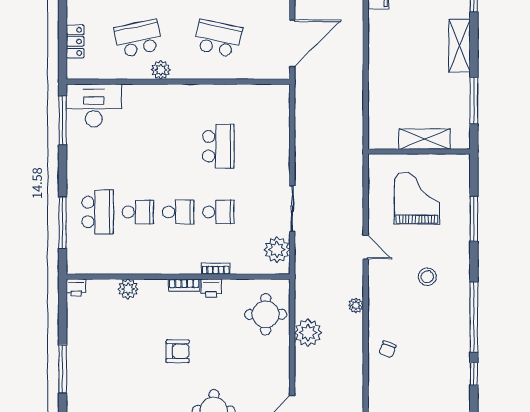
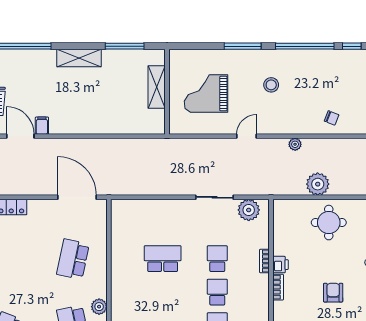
window: (474, 219) -> (243, 46), moved
round table: (266, 314) -> (329, 223), moved

